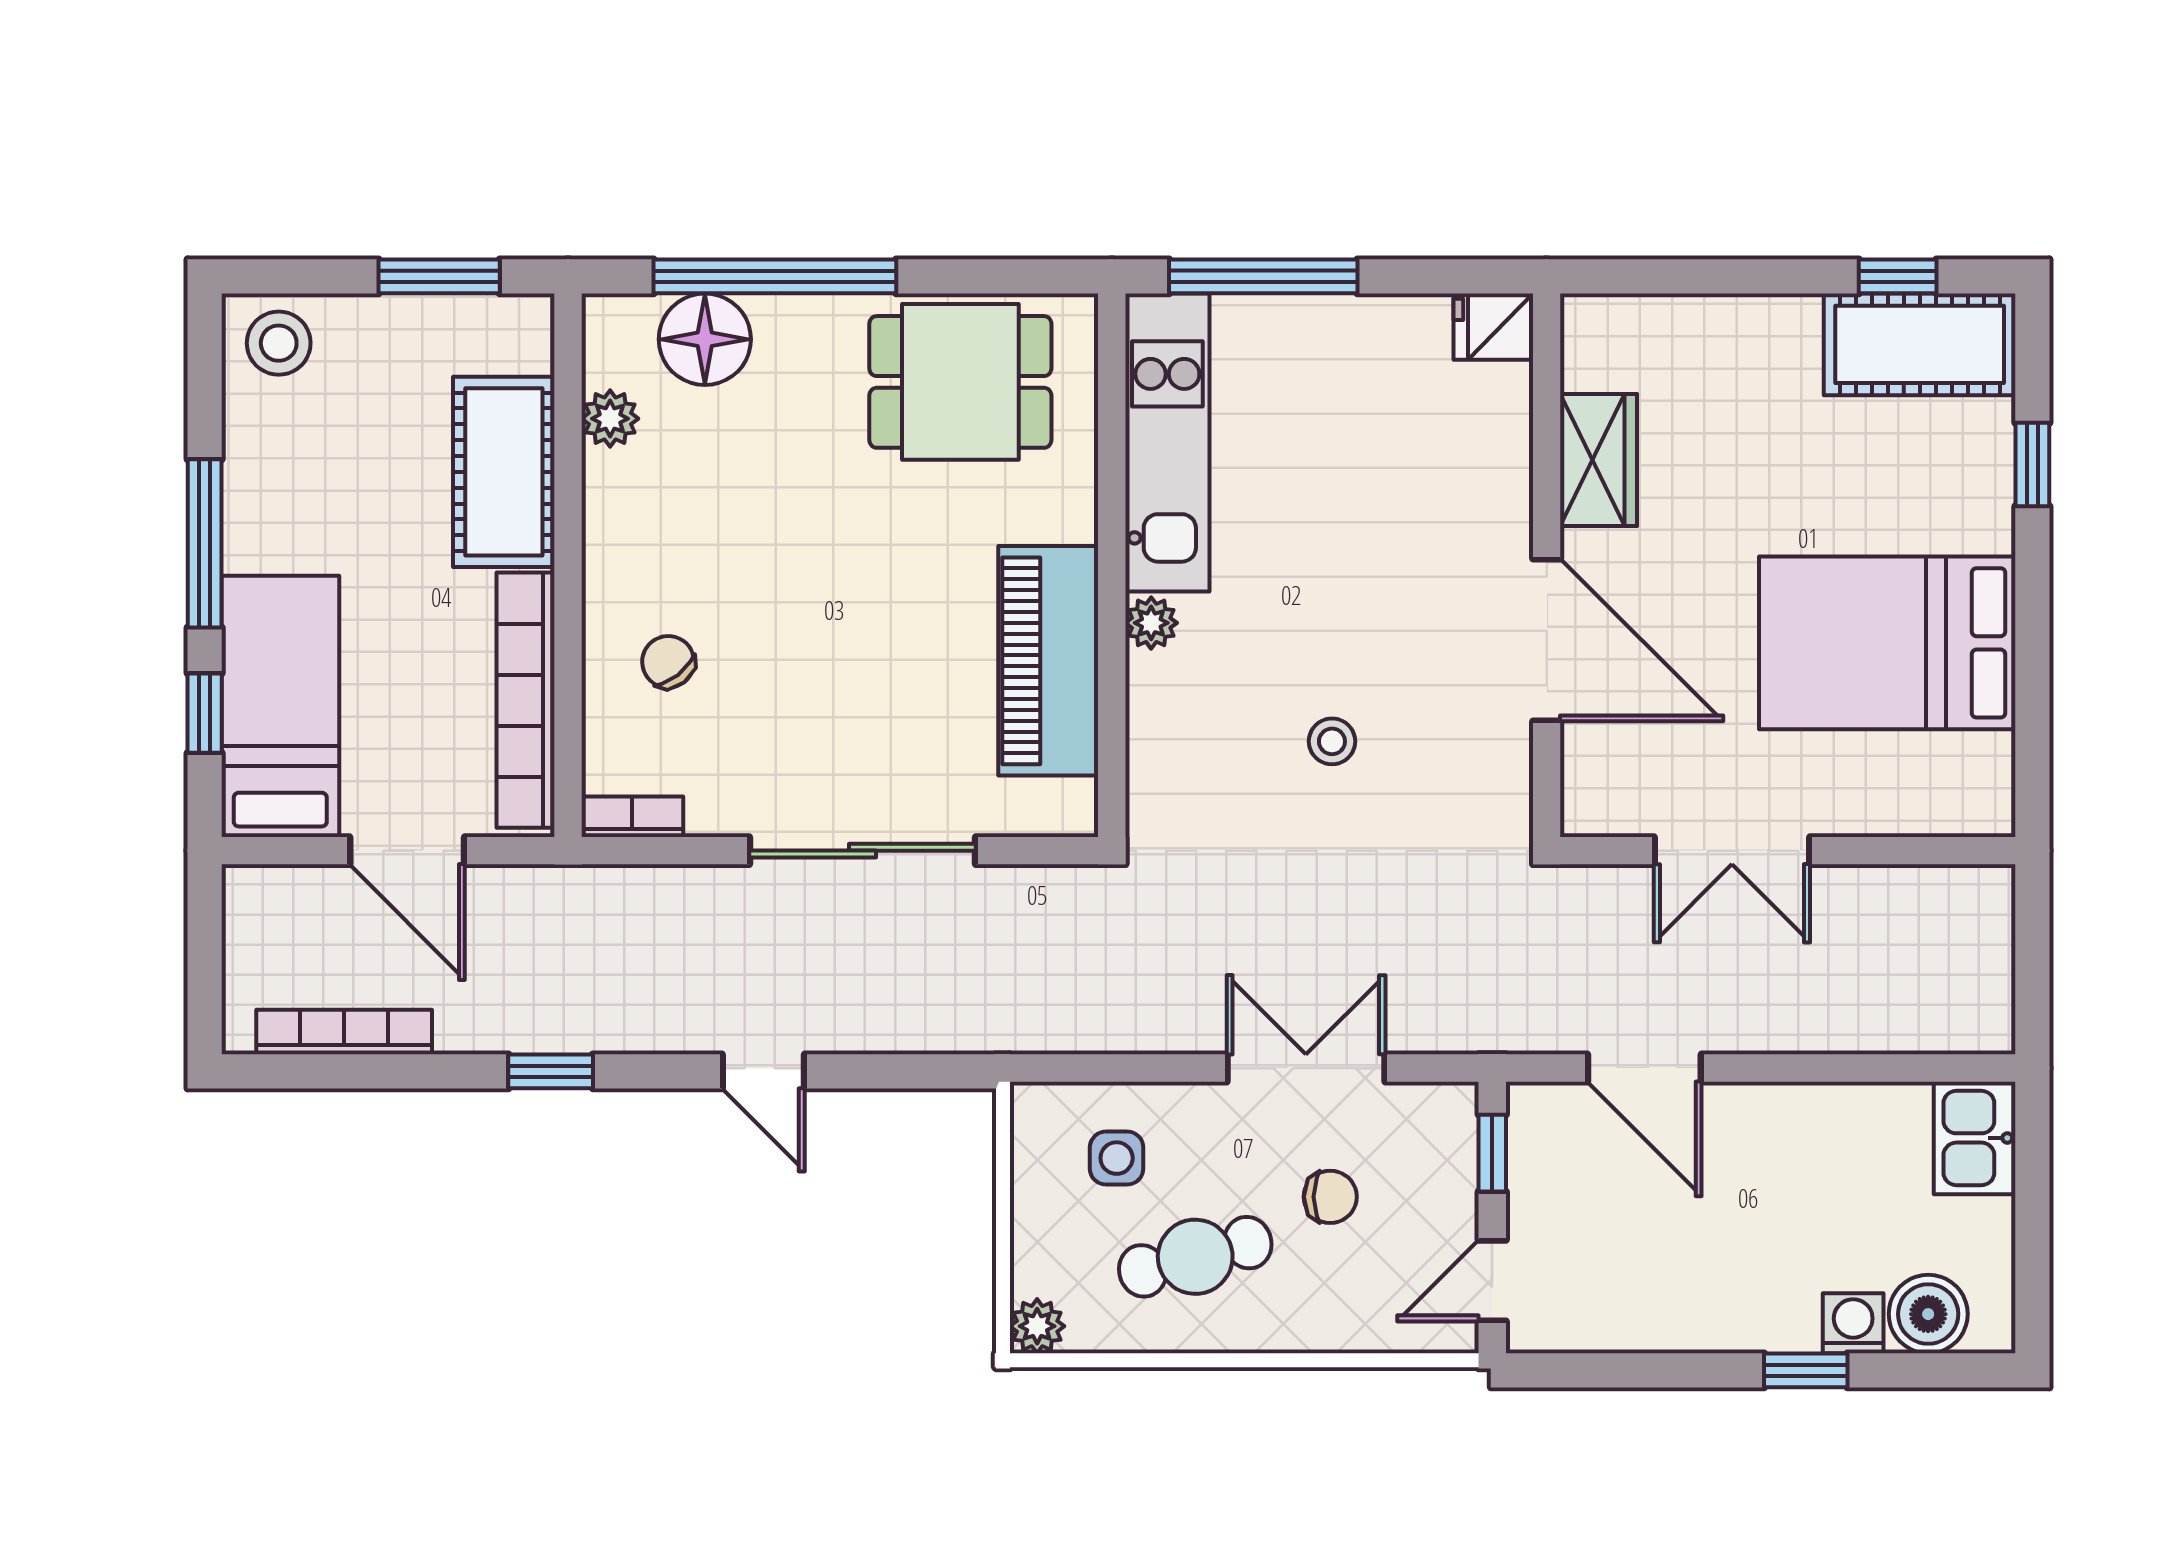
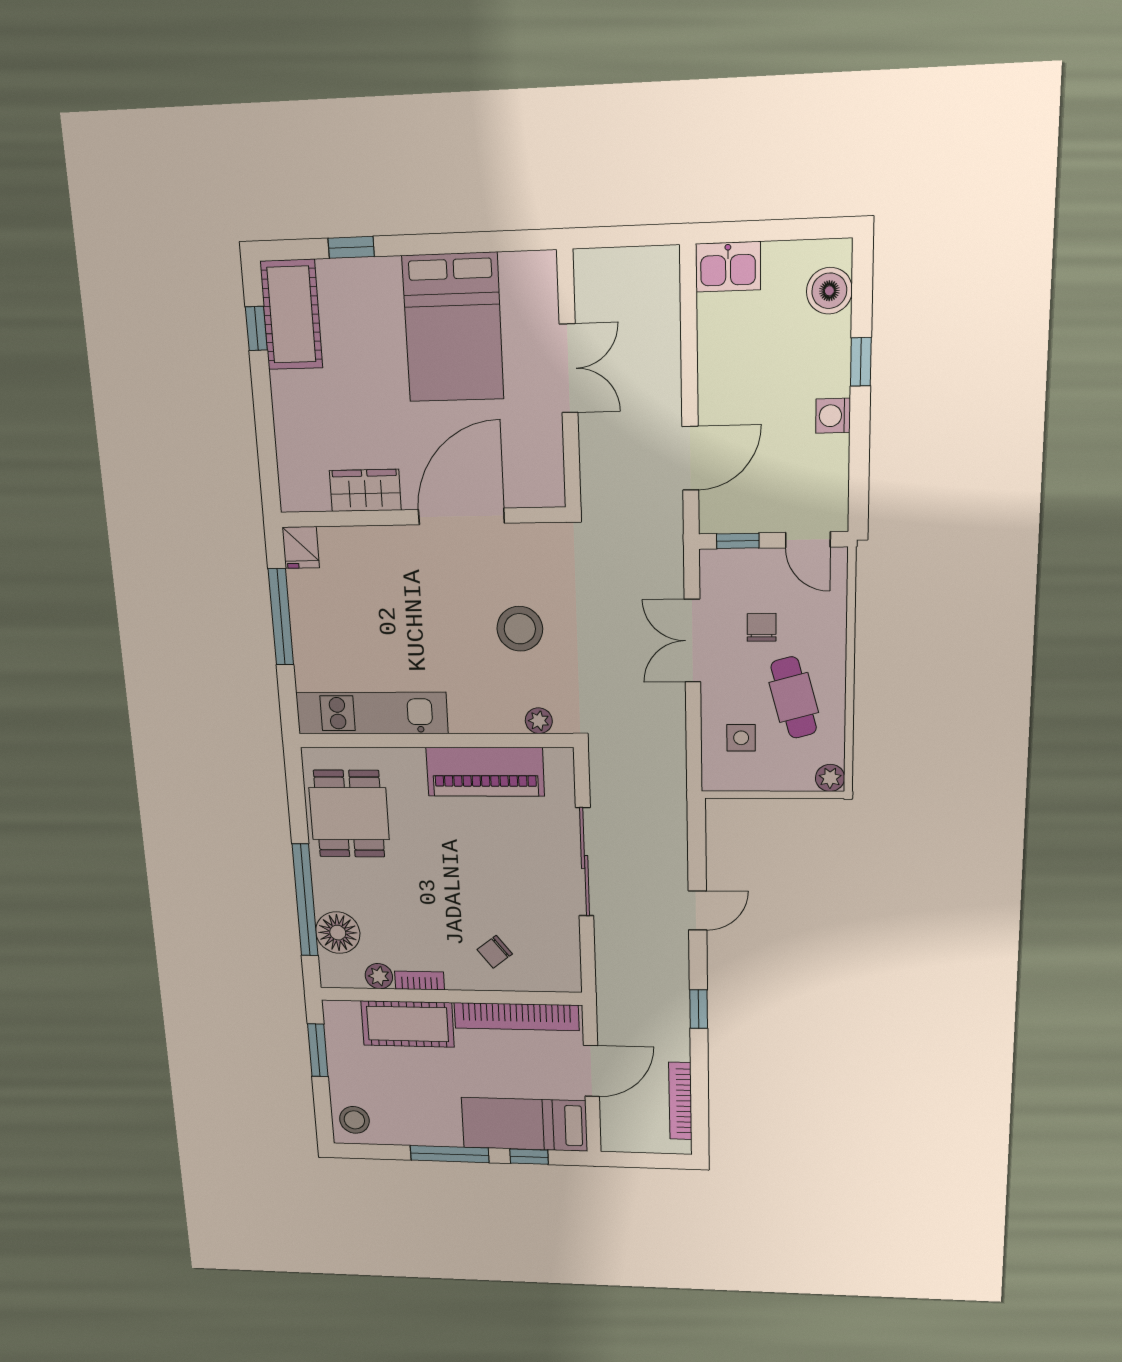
window: (1263, 276) -> (281, 617), moved
plant: (1151, 623) -> (539, 721), moved
stool: (1332, 741) -> (520, 629), width x1.89, depth x1.89
bookcase: (632, 817) -> (420, 980), moved, turned 90
double door: (1732, 851) -> (569, 368), moved
washing machine: (1853, 1323) -> (833, 416), moved

